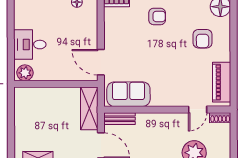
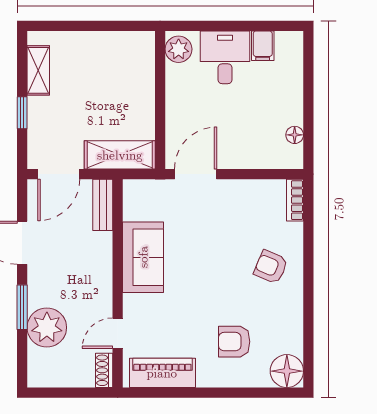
armchair: (157, 16) -> (271, 267), turned 113
filing cabinet: (23, 22) -> (263, 46), added
sofa: (128, 94) -> (143, 257), moved
door: (198, 110) -> (118, 333), hinge flipped

